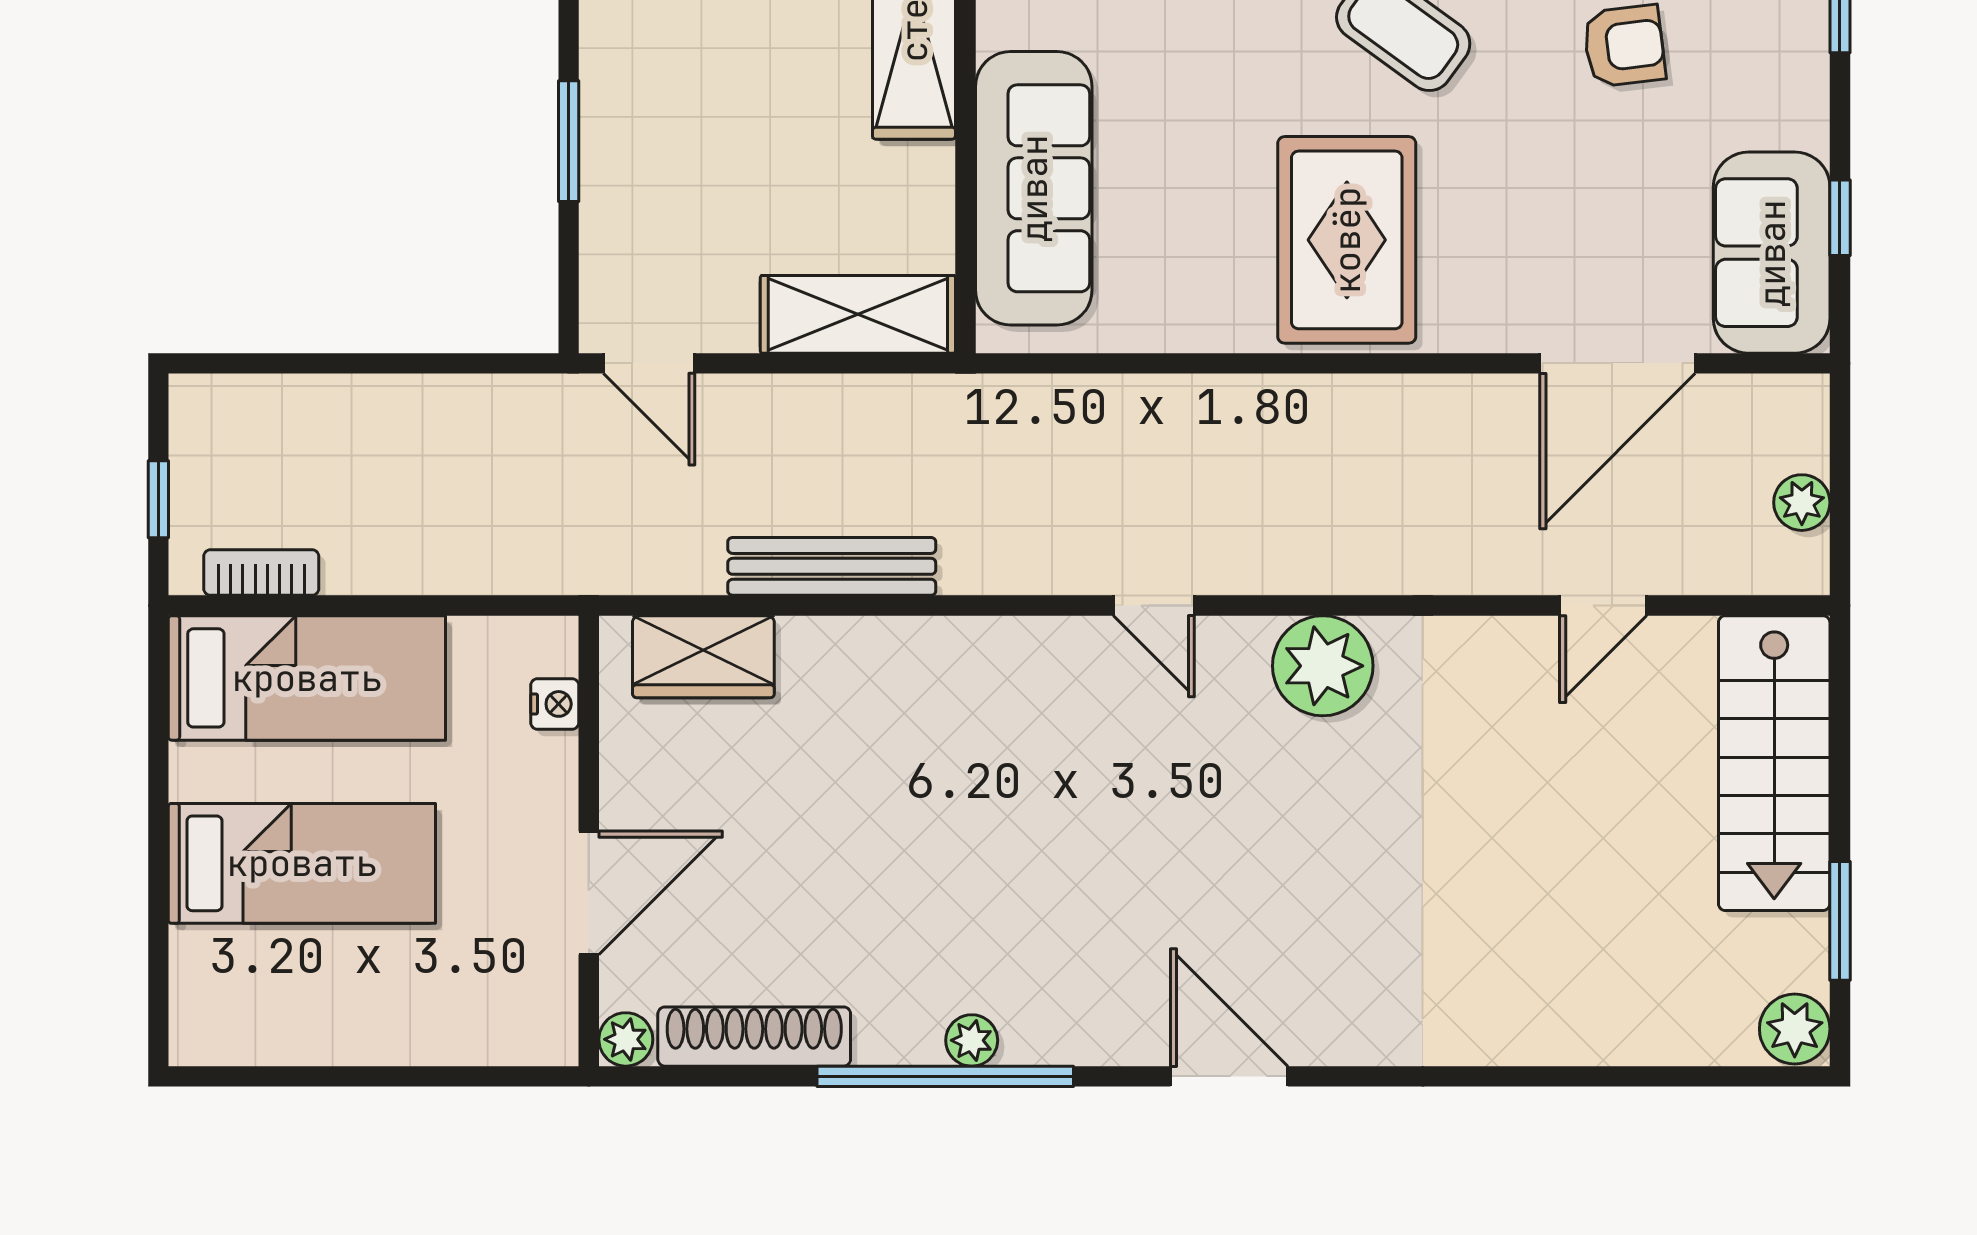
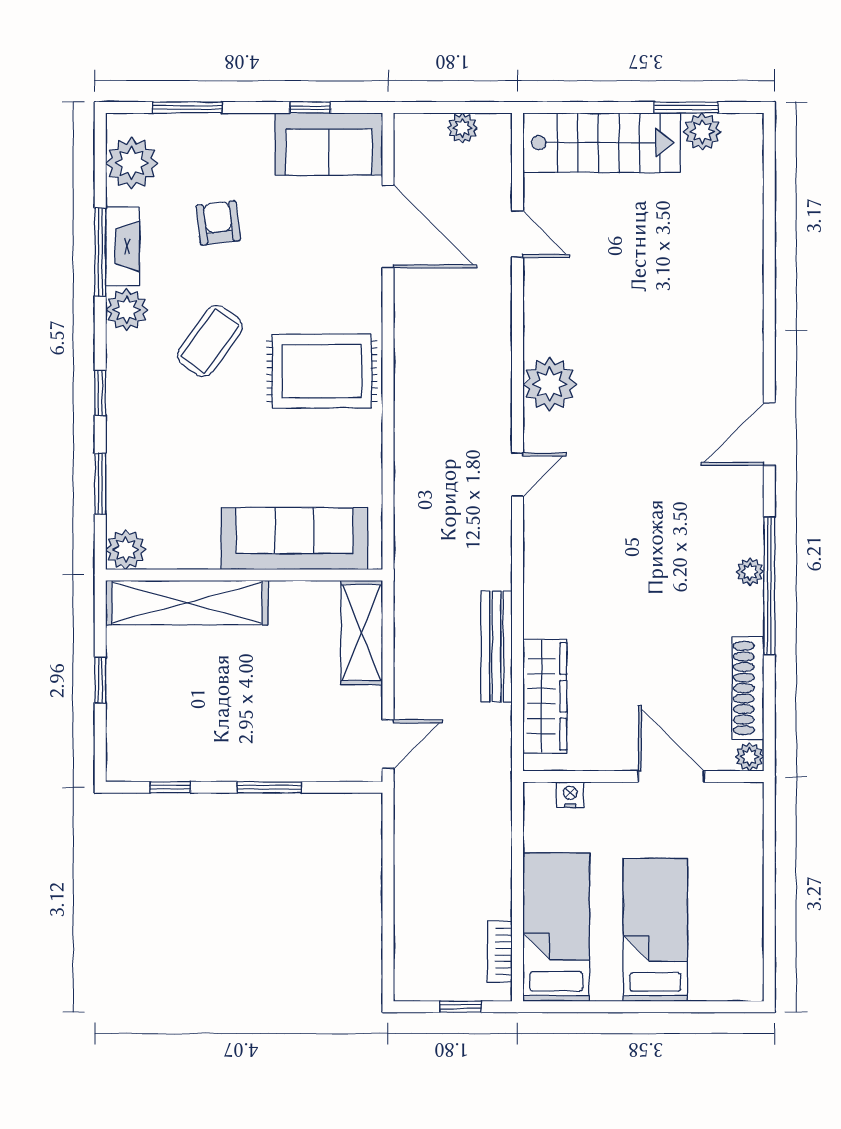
wardrobe: (703, 657) -> (545, 696), width x1.50
plant: (1795, 1029) -> (702, 132), moved

